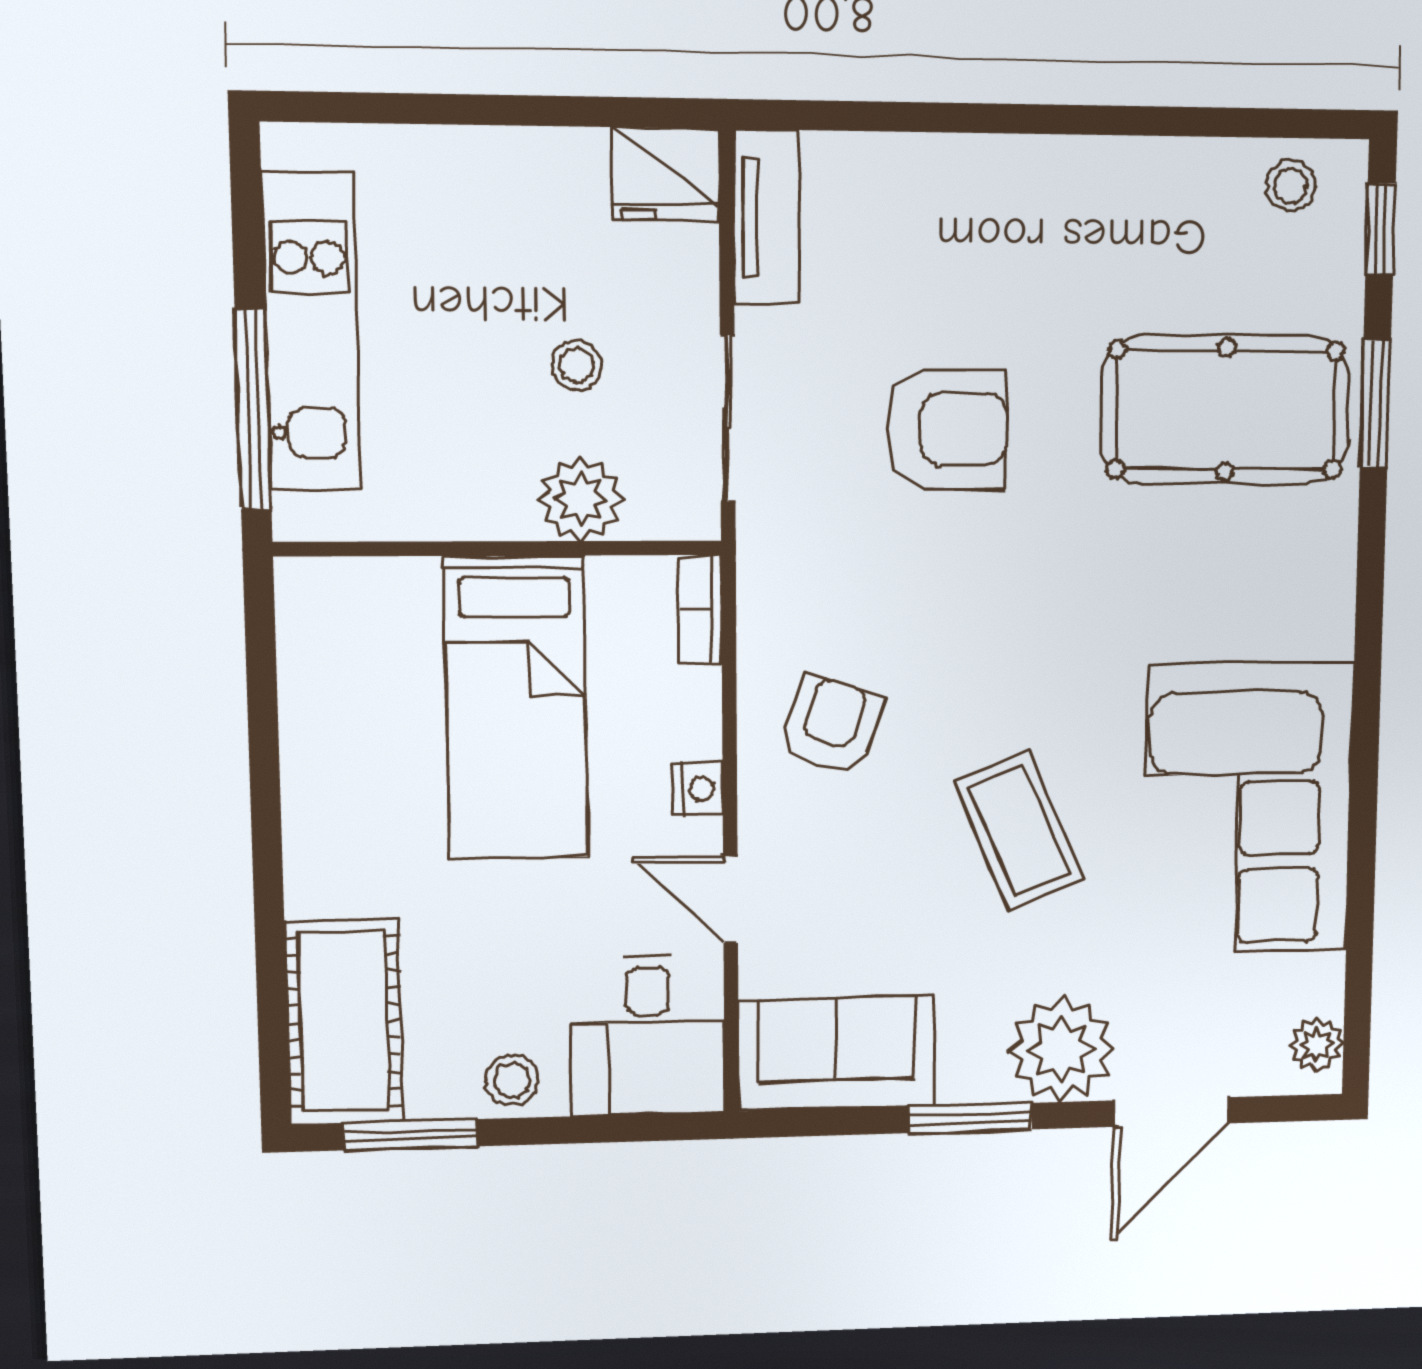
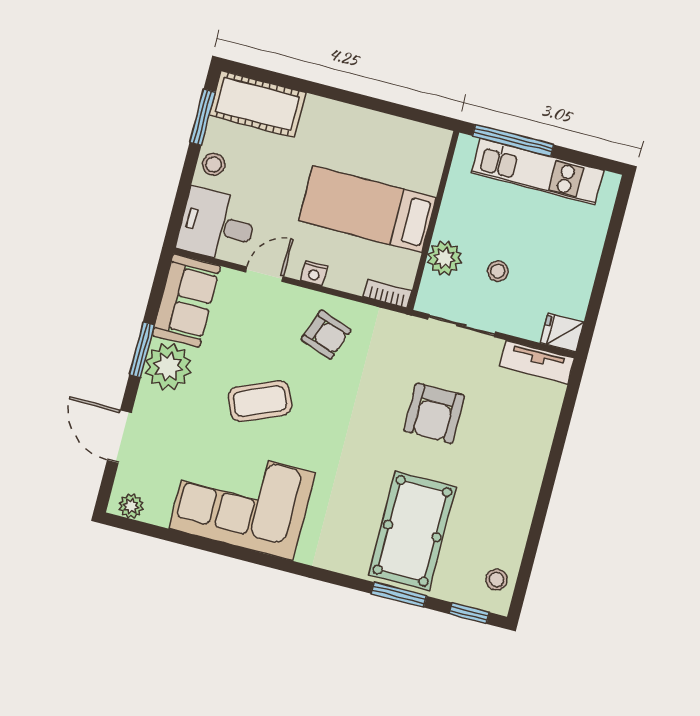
fridge: (666, 174) -> (562, 333), width x0.72
plant: (1061, 1050) -> (168, 367), moved

